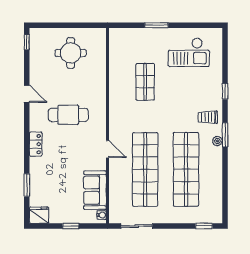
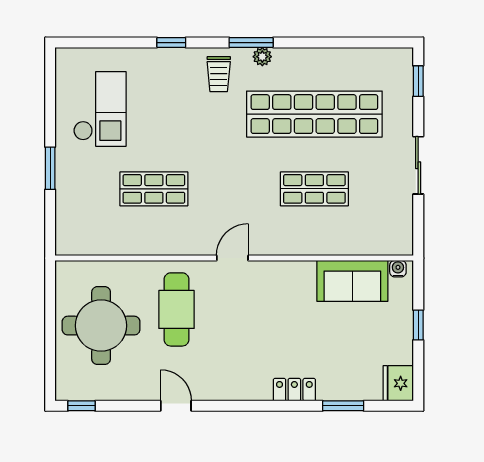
round table: (71, 53) -> (101, 326), width x1.36, depth x1.36
door: (27, 94) -> (176, 406), hinge flipped
cafe table: (68, 115) -> (176, 309), moved
locker: (36, 144) -> (294, 390), moved
door: (107, 149) -> (232, 258), moved
shop shelf: (145, 169) -> (314, 189), width x0.50, depth x0.74
sliding door: (137, 226) -> (418, 165), moved

